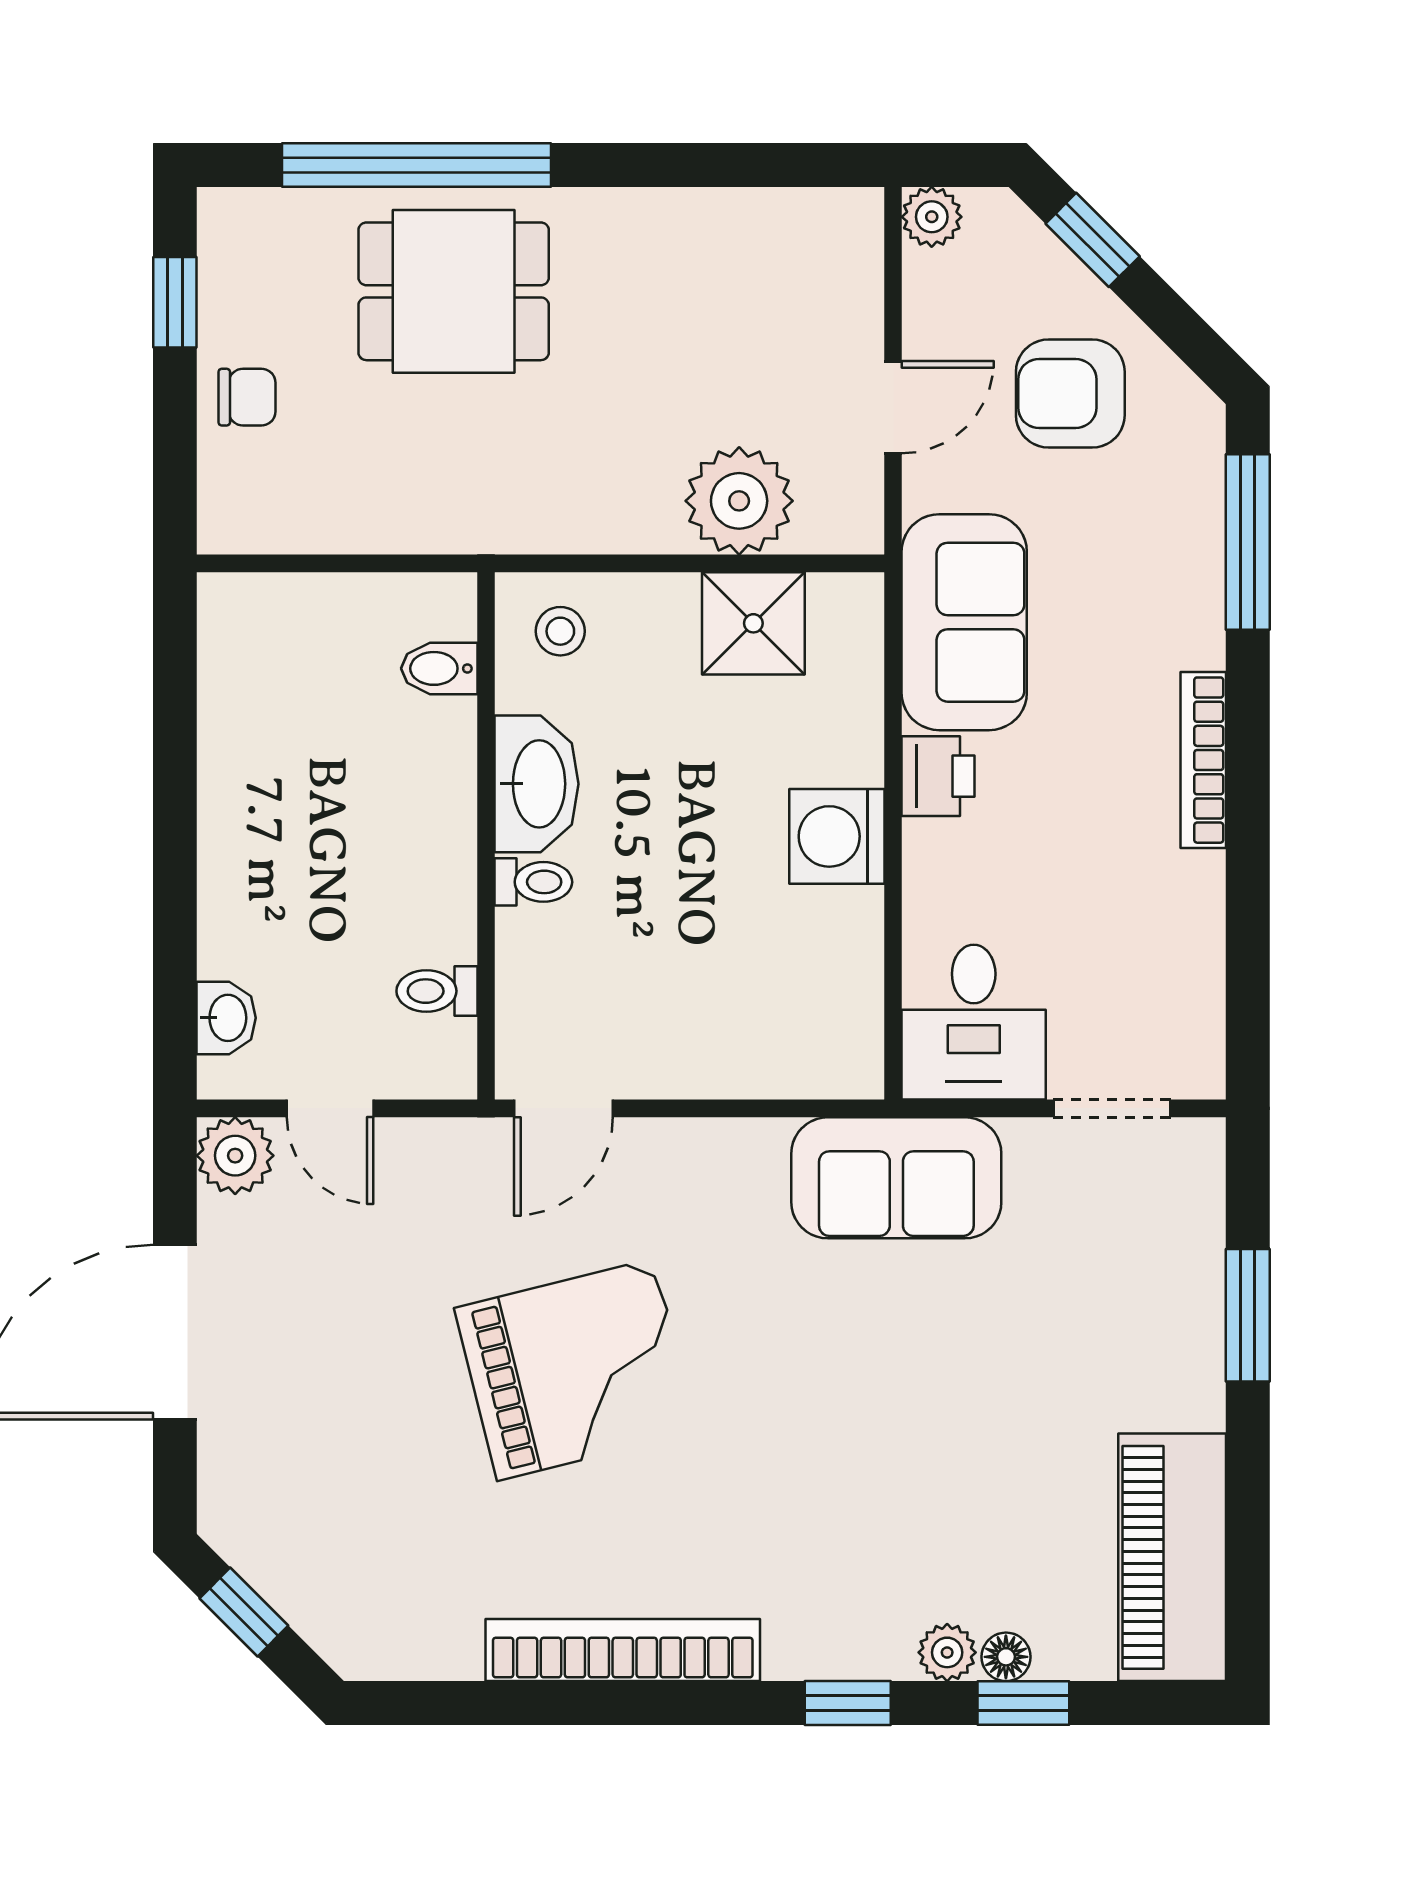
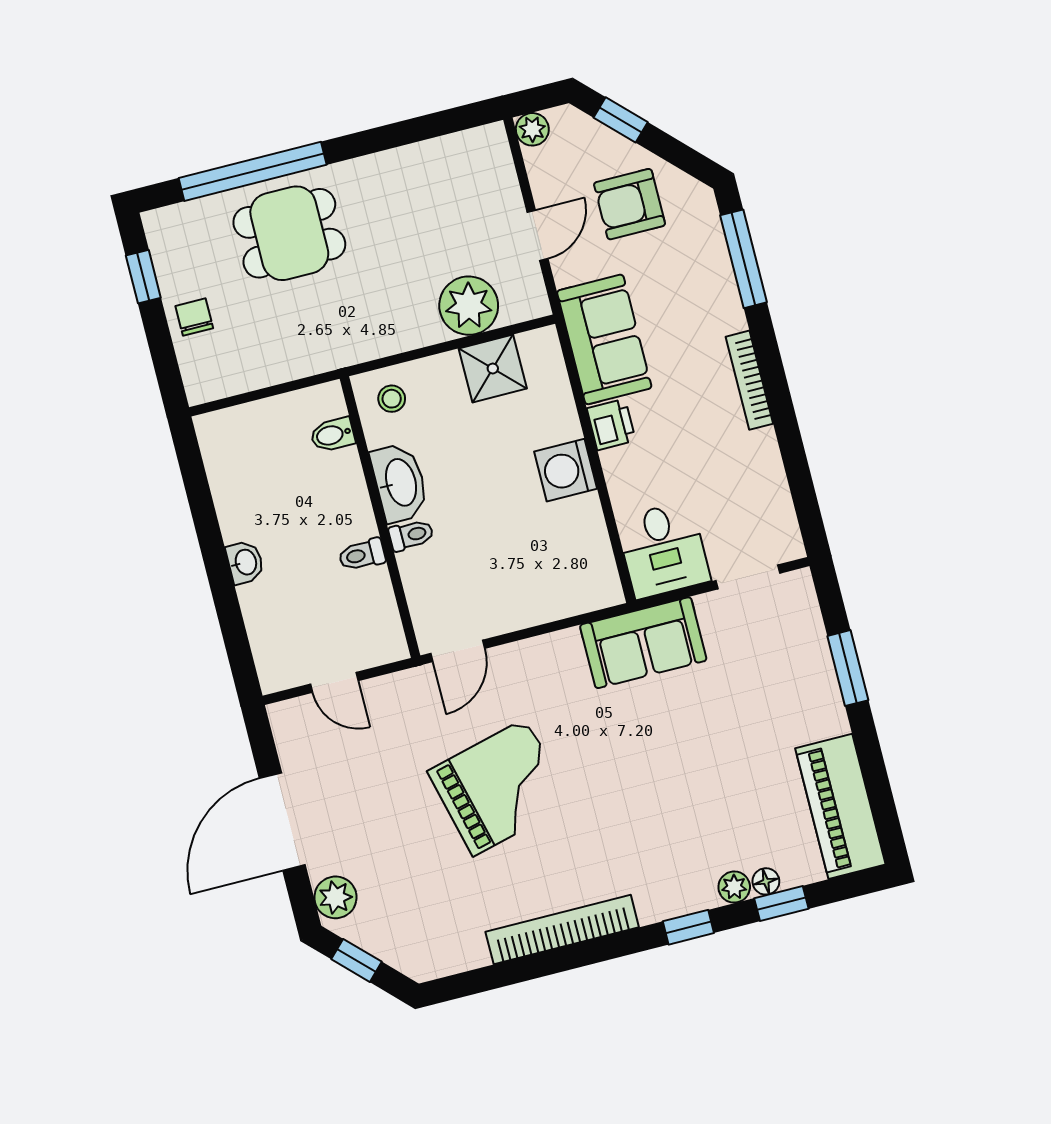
chair: (247, 397) -> (194, 317), turned -90
toilet: (437, 991) -> (362, 555), moved
washbasin: (226, 1018) -> (245, 562), moved
plant: (235, 1156) -> (335, 897), moved

